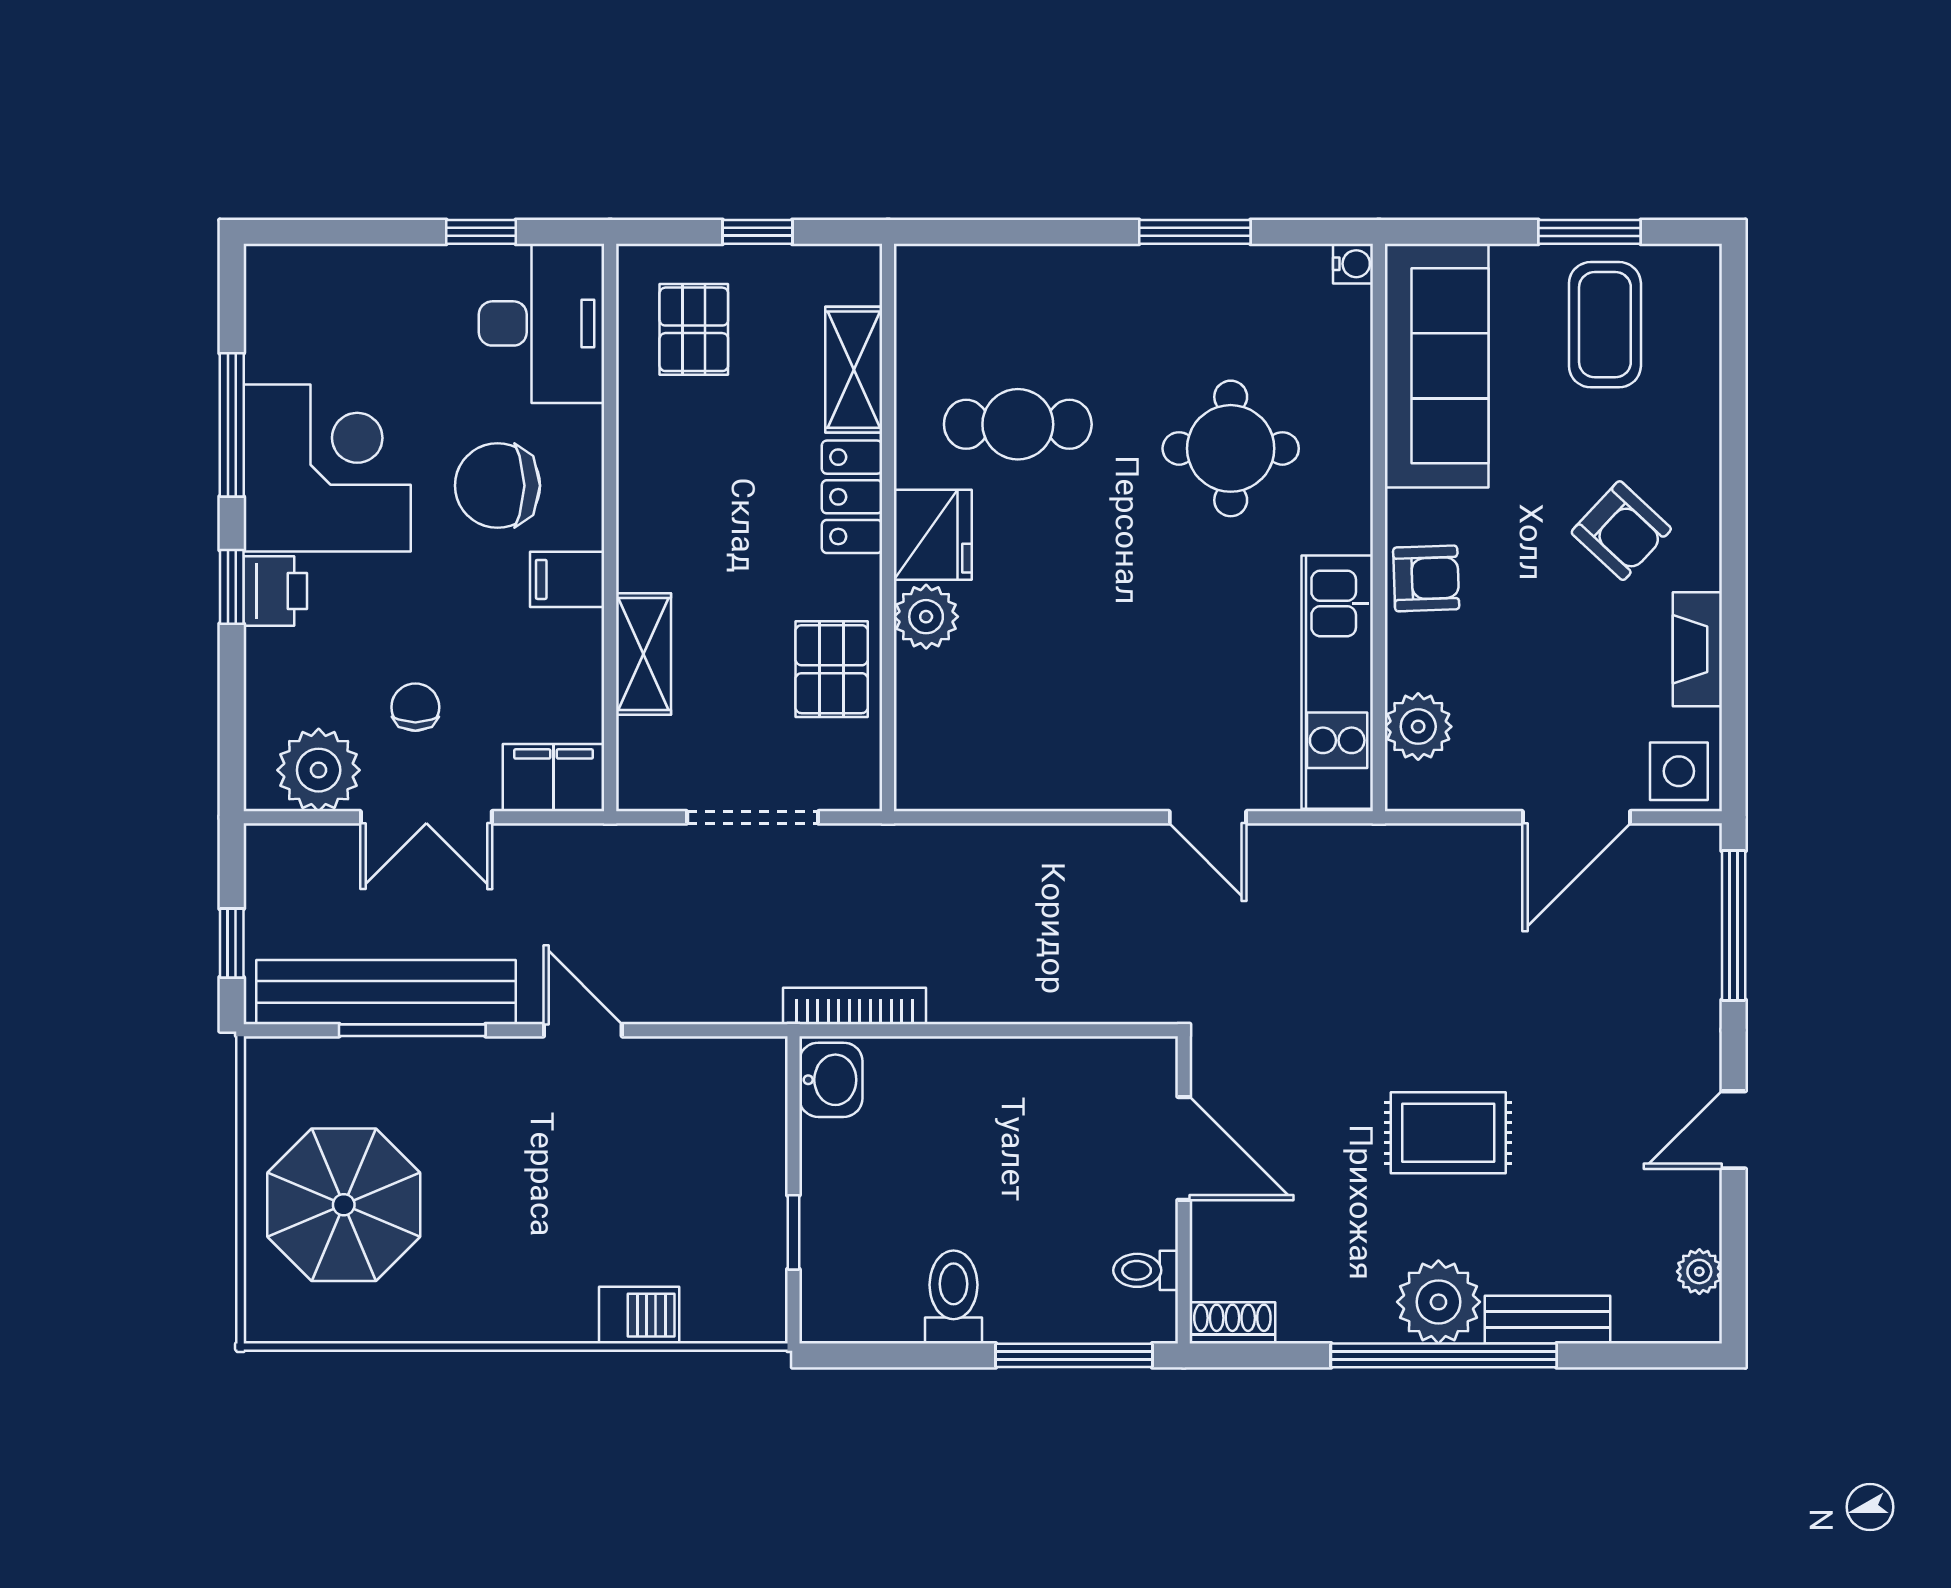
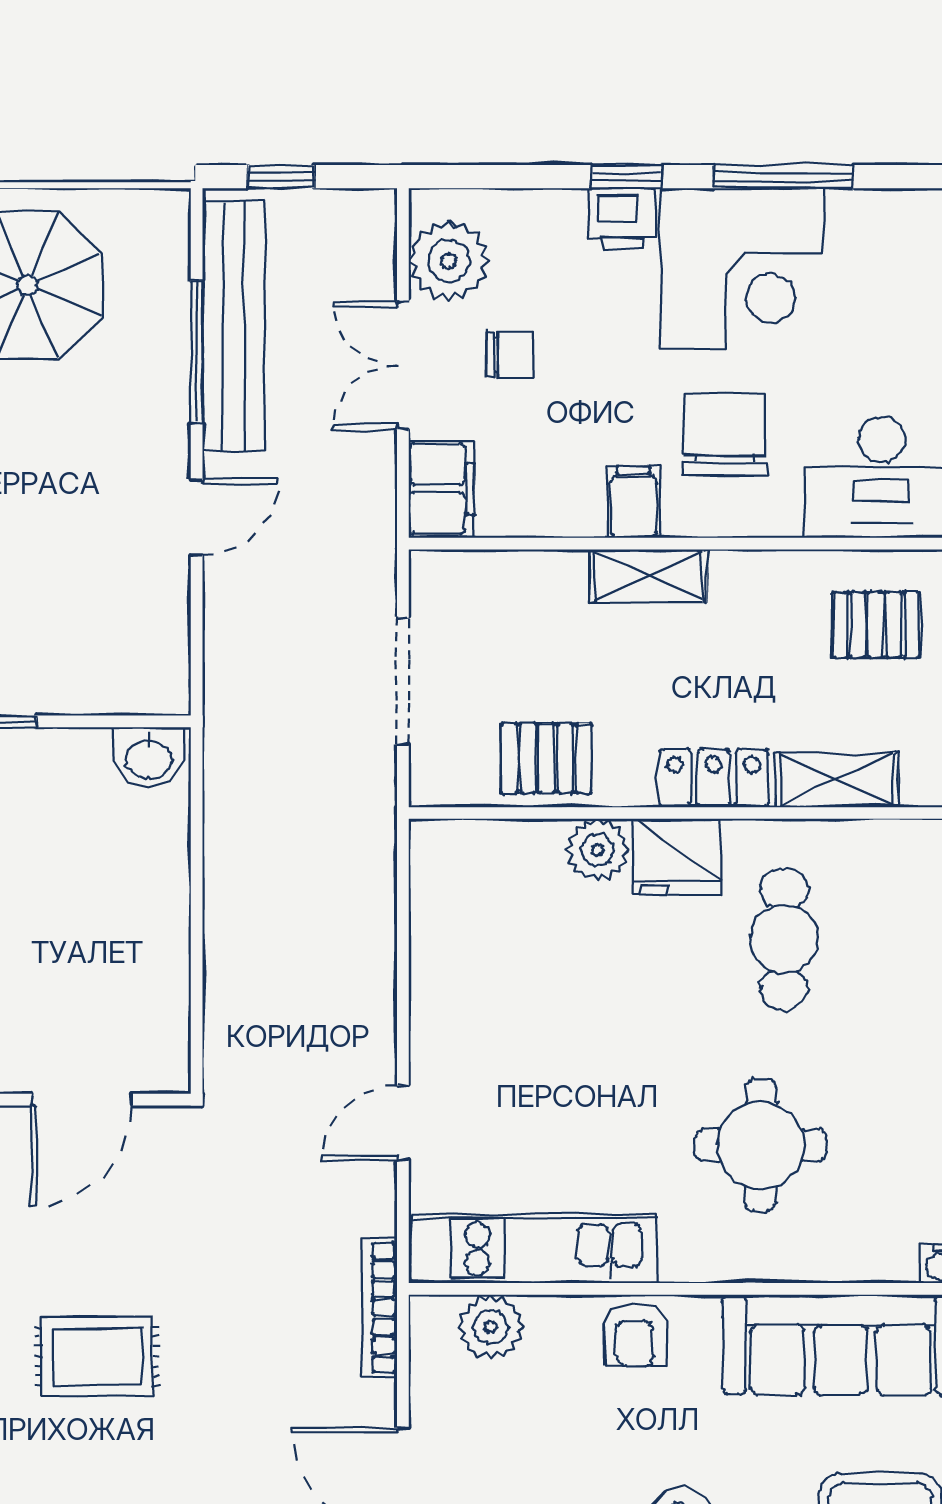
shelving: (643, 654) -> (648, 576), moved
bookcase: (854, 1006) -> (379, 1308), moved, turned 180
rug: (1448, 1133) -> (97, 1356), turned 90

